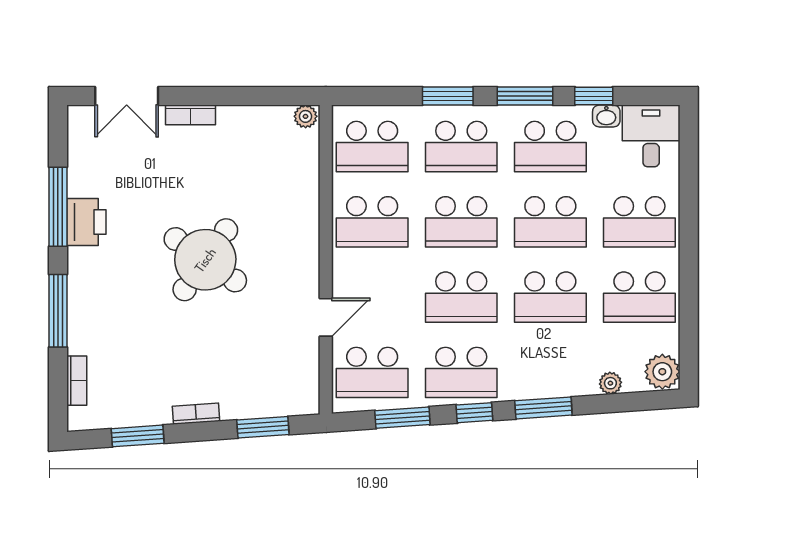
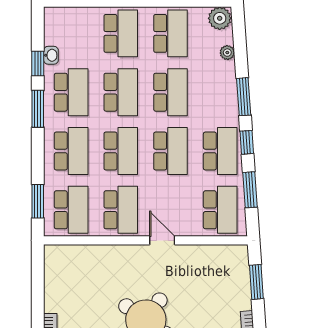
window: (448, 96) -> (38, 201), moved
plant: (306, 116) -> (51, 254), removed
desk: (651, 136) -> (64, 26), removed
door: (326, 317) -> (162, 240), moved

